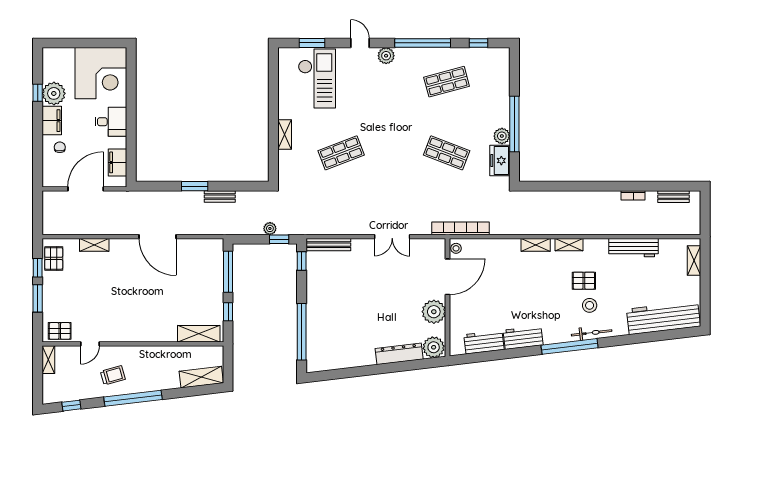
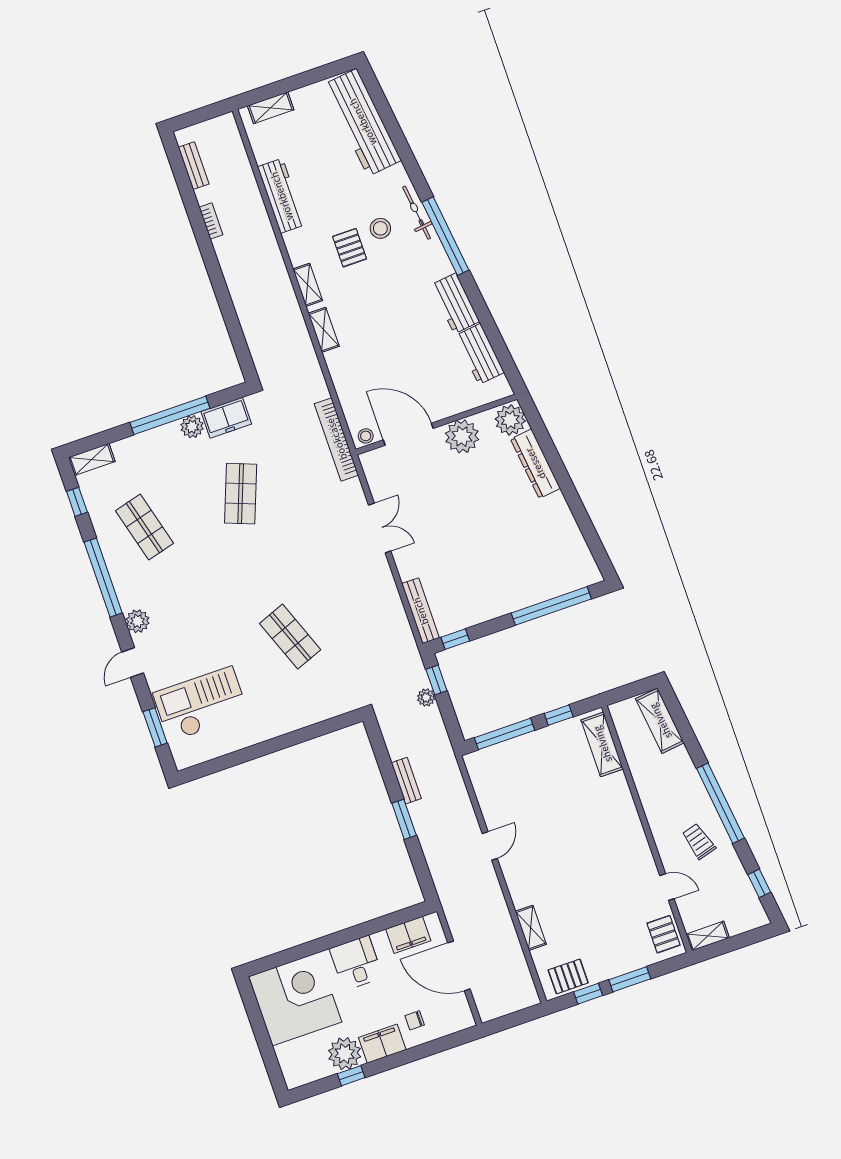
shelving: (285, 135) -> (92, 459), moved
door: (158, 237) -> (490, 846), width x0.53

